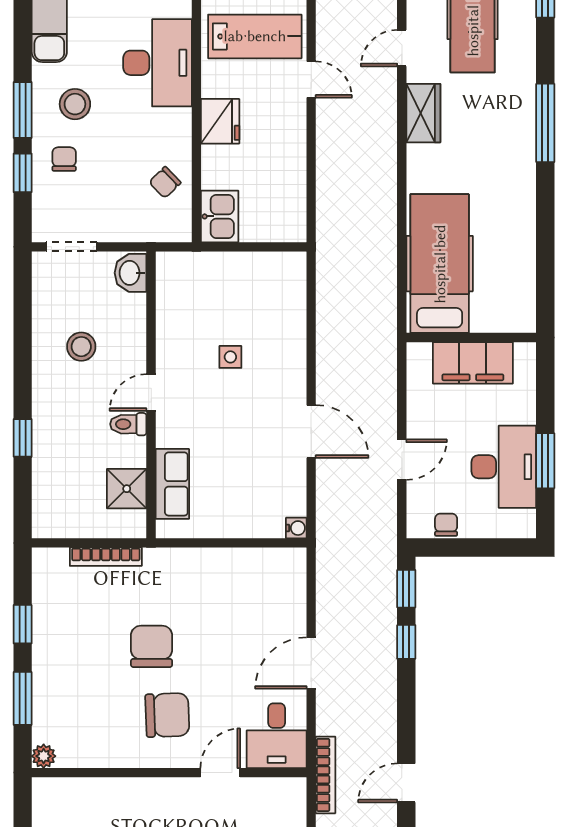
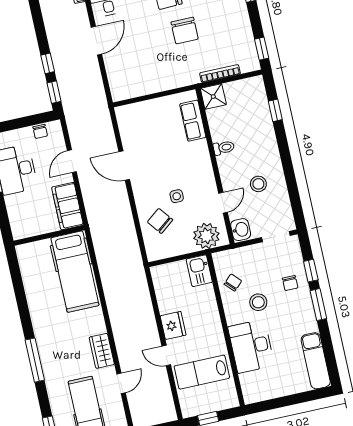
stool: (75, 104) -> (258, 302), moved
fridge: (220, 121) -> (173, 325), moved, turned 180
plant: (193, 275) -> (206, 236), added
chair: (269, 320) -> (160, 221), added
filing cabinet: (473, 363) -> (67, 206), moved, turned -90
door: (151, 392) -> (223, 203), moved
window: (23, 438) -> (275, 110), moved
shower: (127, 489) -> (213, 97), moved
water cooler: (296, 528) -> (121, 112), removed
window: (23, 624) -> (262, 49), moved

